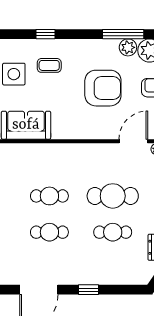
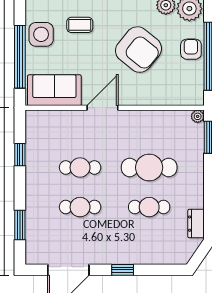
armchair: (103, 88) -> (139, 50), turned 39
door: (133, 141) -> (102, 108), moved

